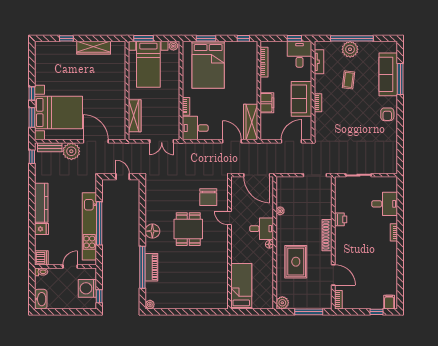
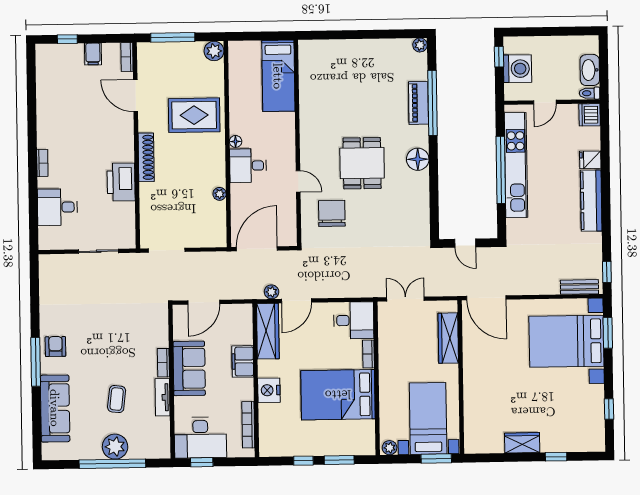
window: (243, 38) -> (303, 461), moved
wardrobe: (94, 48) -> (522, 443), width x0.67
desk: (300, 54) -> (200, 438), width x1.37
tv unit: (319, 62) -> (162, 397), moved
bed: (208, 65) -> (338, 395), moved, turned -90
window: (400, 79) -> (36, 362), moved
nightstand: (250, 84) -> (269, 390), added
window: (32, 93) -> (609, 409), moved
door: (96, 141) -> (486, 298), moved
door: (232, 141) -> (296, 301), hinge flipped
plant: (71, 151) -> (272, 292), moved, width x0.53, depth x0.53
door: (257, 175) -> (257, 249), hinge flipped
printer: (341, 219) -> (121, 182), width x1.87, depth x1.48
rug: (296, 262) -> (194, 115), turned 90
washbasin: (41, 299) -> (590, 70), moved
filing cabinet: (389, 302) -> (93, 54), moved

